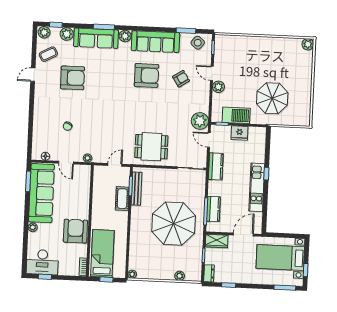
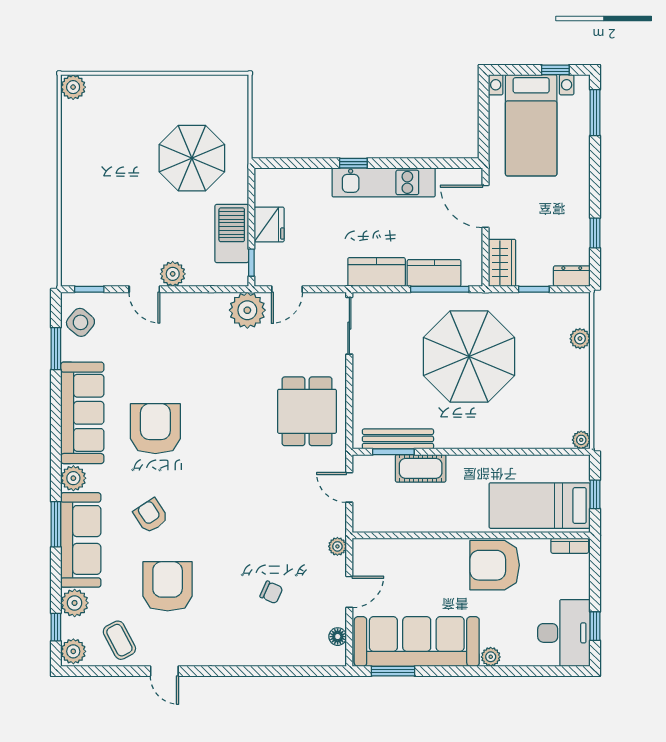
door: (212, 73) -> (144, 289), hinge flipped
armchair: (181, 79) -> (151, 516), moved
kitchen counter: (216, 166) -> (377, 272), moved

